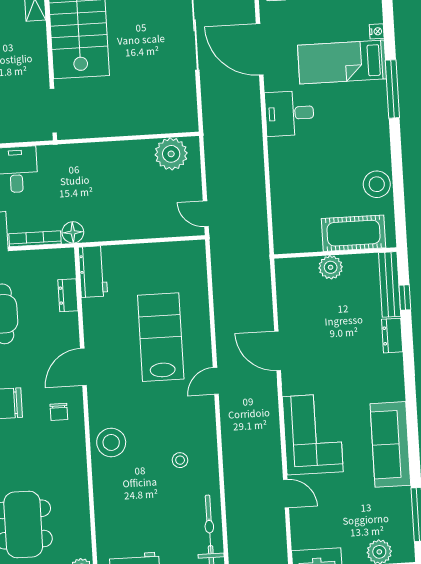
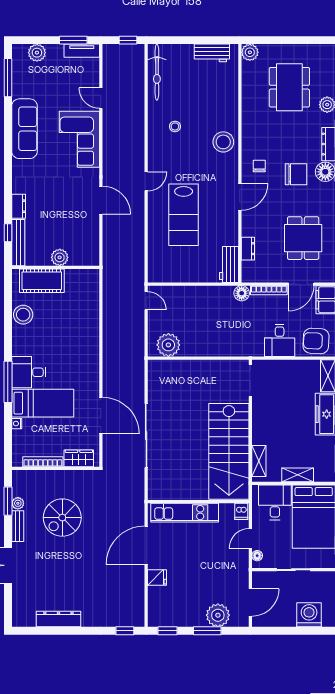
desk: (289, 113) -> (29, 372), moved, turned 180

